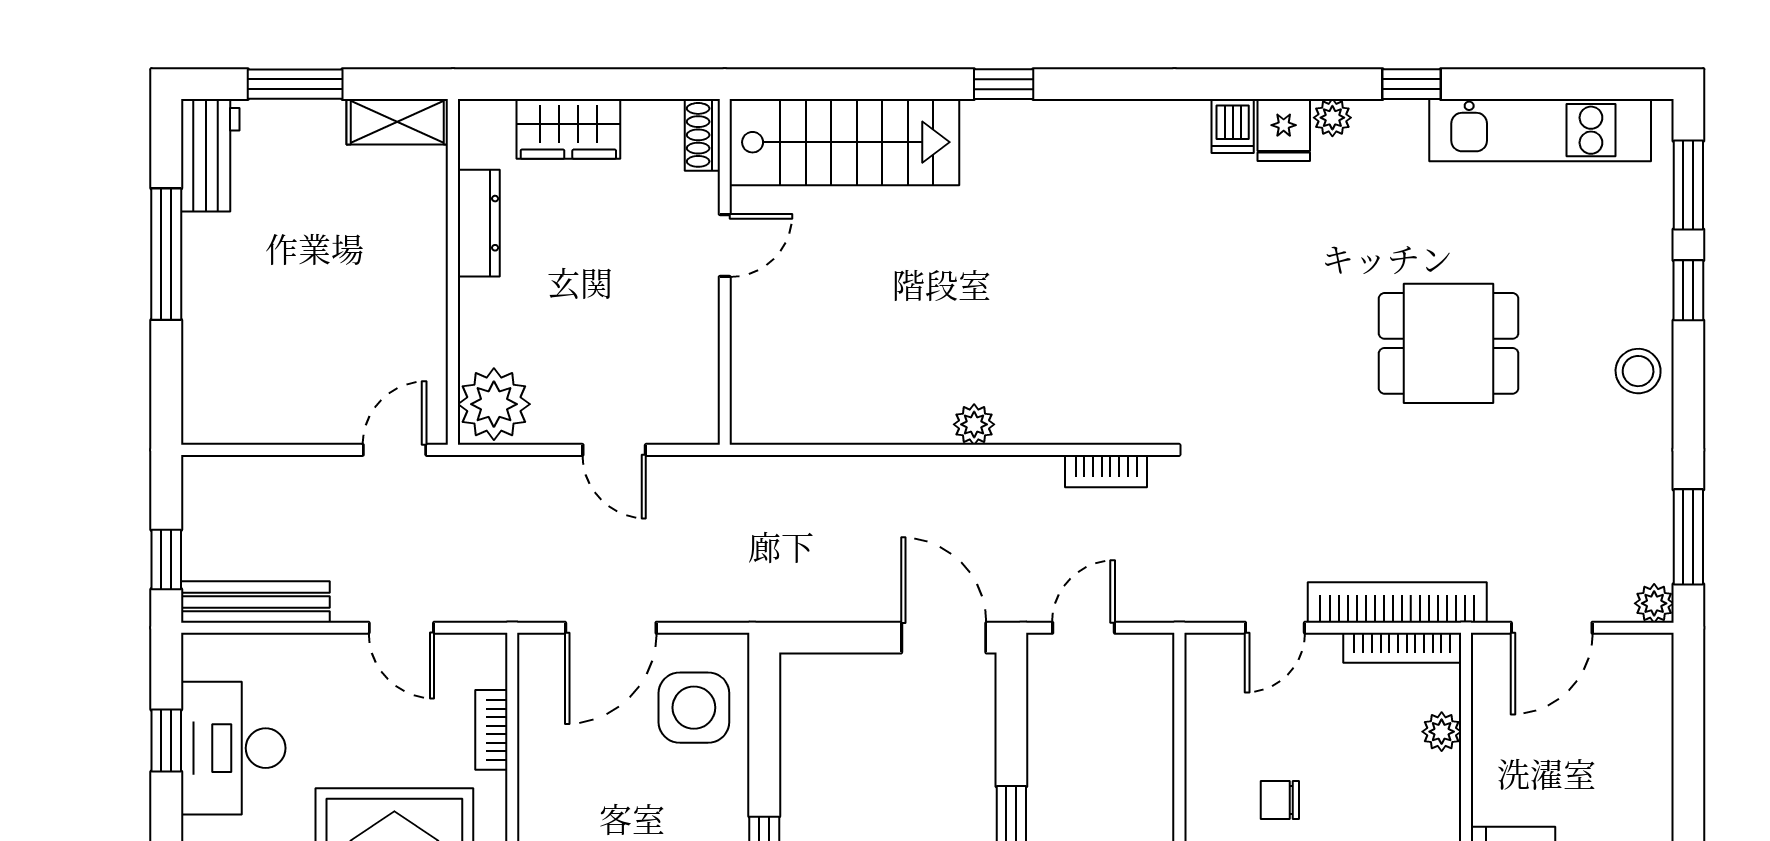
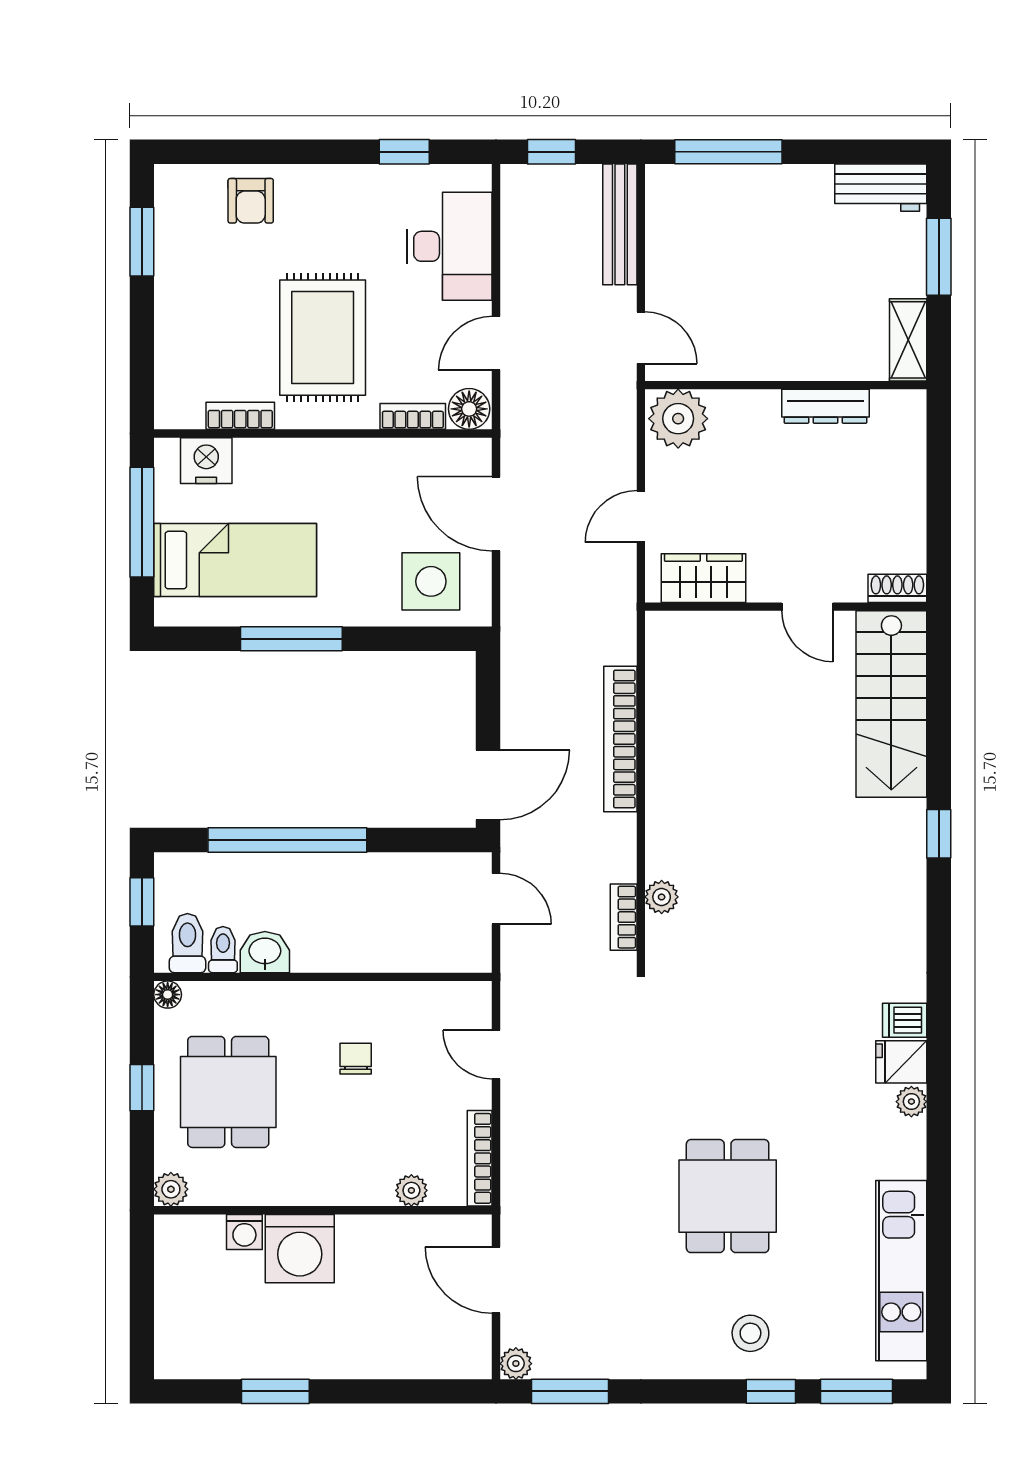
window: (1412, 84) -> (939, 1166), removed
wardrobe: (568, 129) -> (703, 578), moved, turned 90
window: (166, 254) -> (728, 152), moved
stool: (1638, 371) -> (750, 1333), moved
plant: (974, 424) -> (662, 897), moved
bench: (255, 602) -> (620, 224), moved
bookcase: (1397, 602) -> (620, 739), moved, turned 180
floor lamp: (482, 661) -> (469, 409), added
desk: (233, 748) -> (450, 246), moved, turned 90

